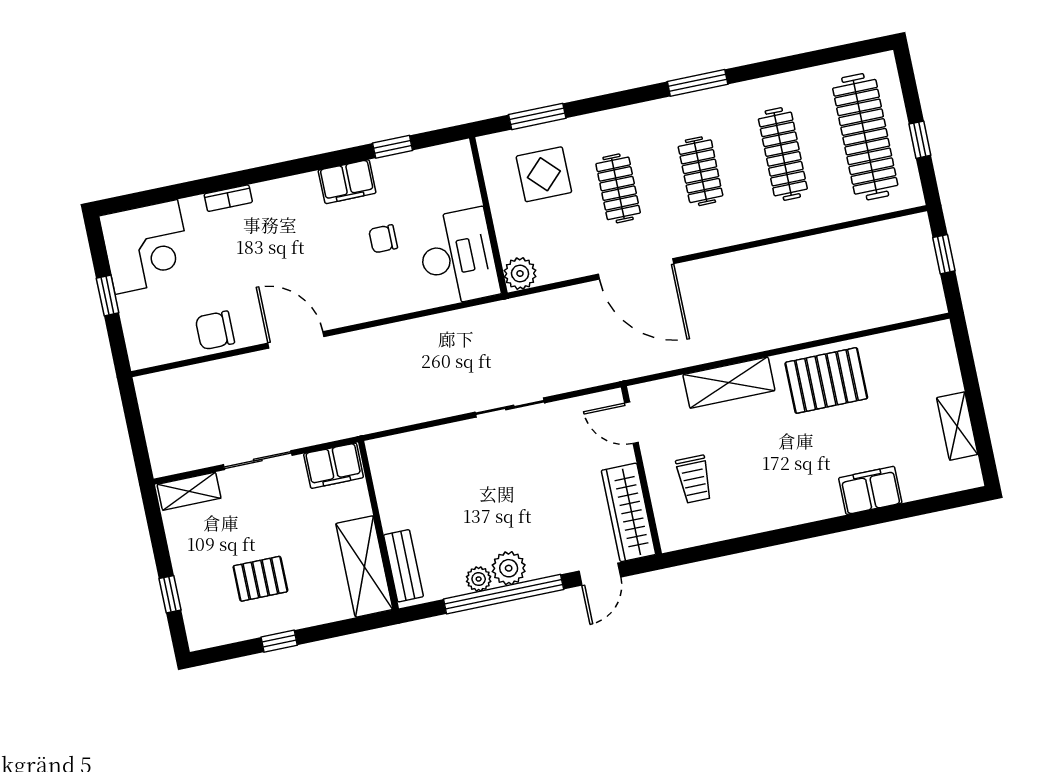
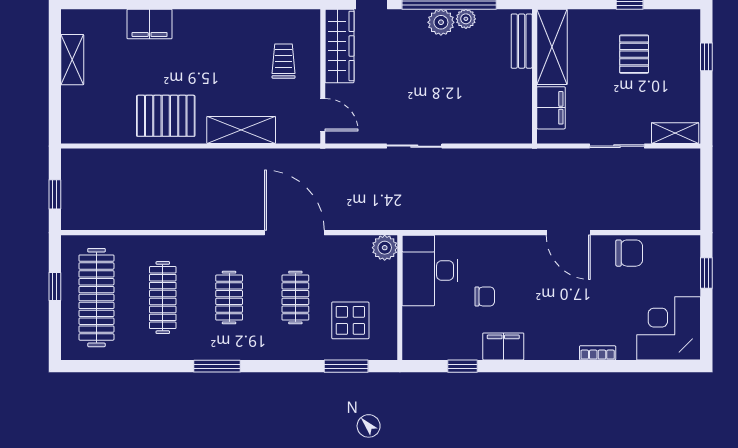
window: (108, 296) -> (706, 273), moved
filing cabinet: (334, 466) -> (551, 108), moved, turned 90
pallet: (260, 579) -> (634, 54), turned 90

